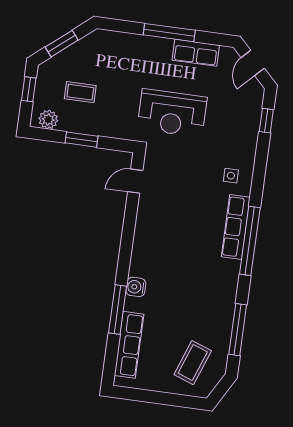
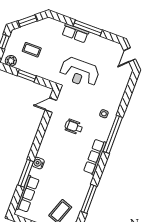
row of seats: (196, 53) -> (75, 33), moved
window: (266, 121) -> (130, 88), removed
wheelchair: (183, 210) -> (74, 127), added
row of seats: (236, 227) -> (95, 157), moved
window: (250, 241) -> (113, 134), moved

